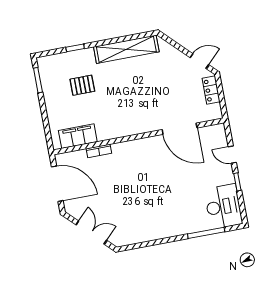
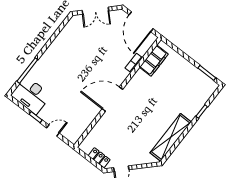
pallet: (82, 85) -> (178, 93), removed
door: (180, 129) -> (112, 99), moved
door: (57, 184) -> (141, 22), hinge flipped

